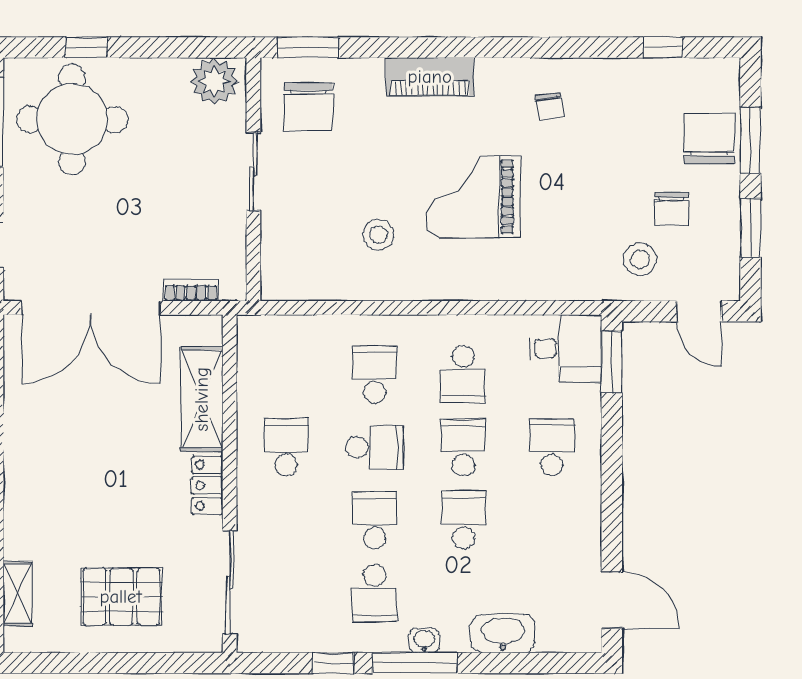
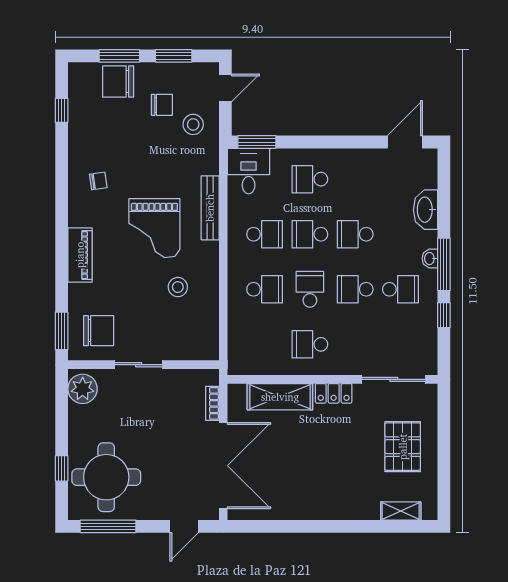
bench: (506, 287) -> (210, 208), added
school desk: (375, 374) -> (265, 289), turned 180

